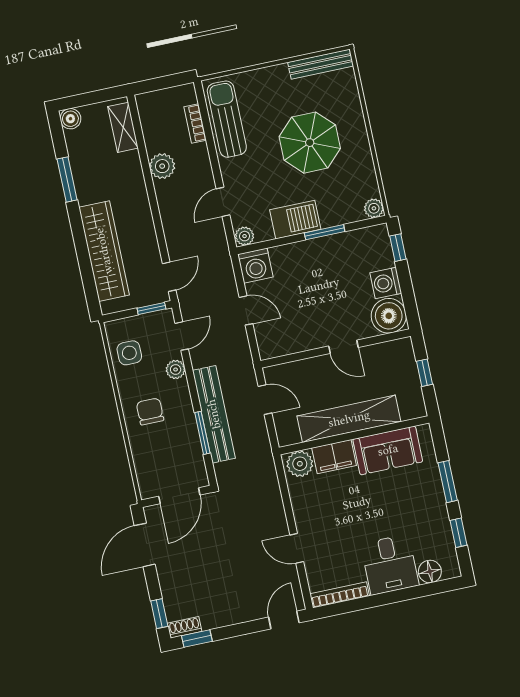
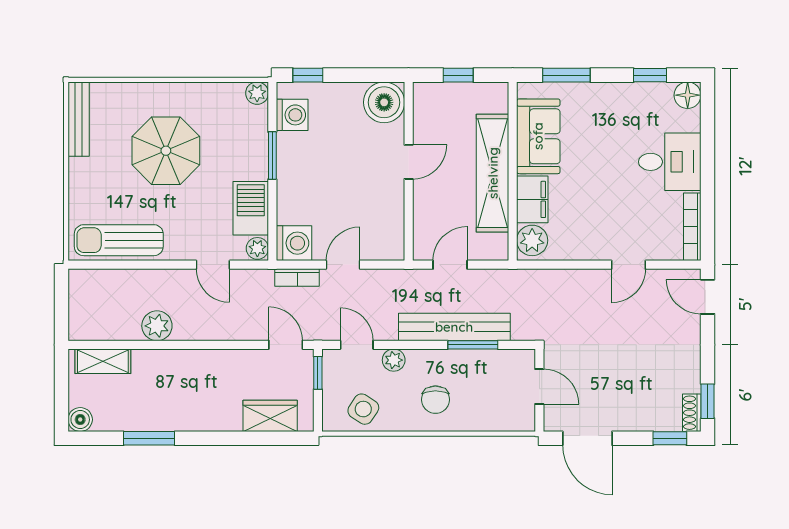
bookcase: (195, 124) -> (297, 278), moved
barbecue: (295, 220) -> (251, 208), moved
wardrobe: (104, 251) -> (270, 416), width x0.48, depth x0.85
washing machine: (386, 283) -> (292, 115), moved, turned -90
side table: (129, 353) -> (363, 409), turned 33
chair: (150, 411) -> (435, 400), turned -90
window: (448, 482) -> (566, 75), moved
door: (179, 496) -> (539, 387), width x0.73
floor lamp: (430, 571) -> (688, 95), moved

